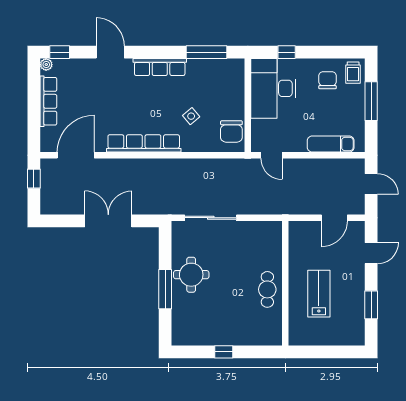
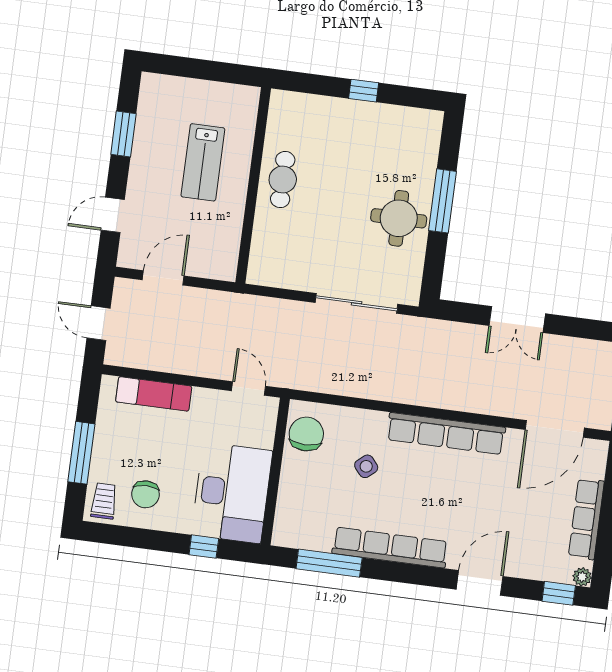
door: (110, 52) -> (480, 583), swing flipped
row of seats: (160, 67) -> (390, 548), width x1.36
double door: (108, 221) -> (517, 320), width x0.73

